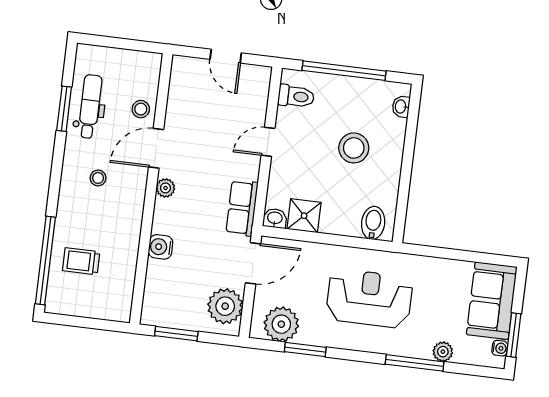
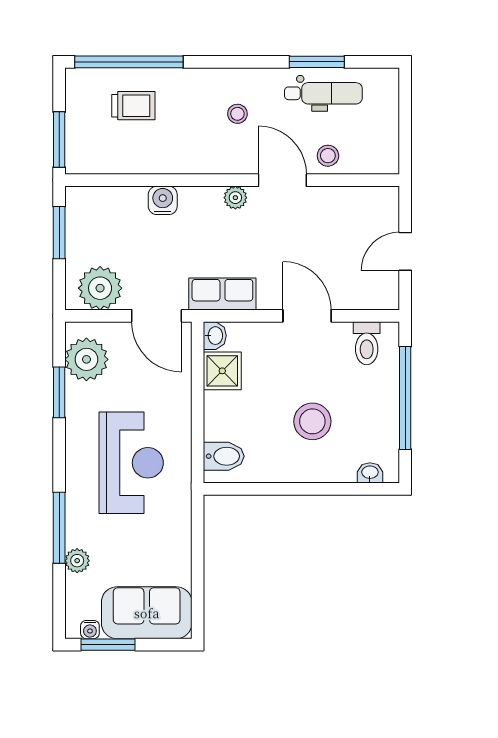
door: (268, 142) -> (307, 316), width x1.38
trolley: (81, 261) -> (133, 106), turned 90
window: (101, 324) -> (59, 140), added

